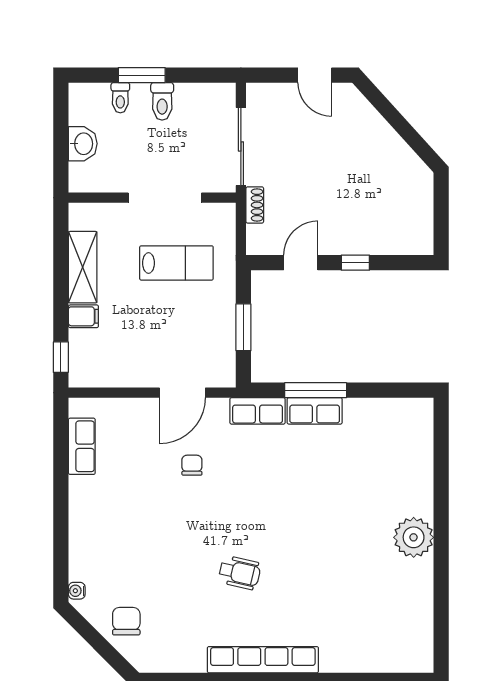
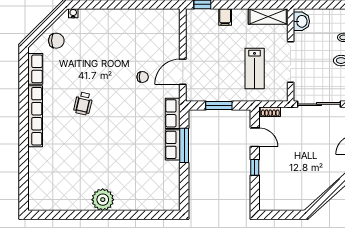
washbasin: (83, 144) -> (301, 21), moved, turned -90
shoe rack: (255, 205) -> (270, 112), moved
shelving: (83, 267) -> (268, 17), moved
door: (182, 393) -> (183, 72), hinge flipped
row of seats: (82, 446) -> (35, 69), moved, turned -90

